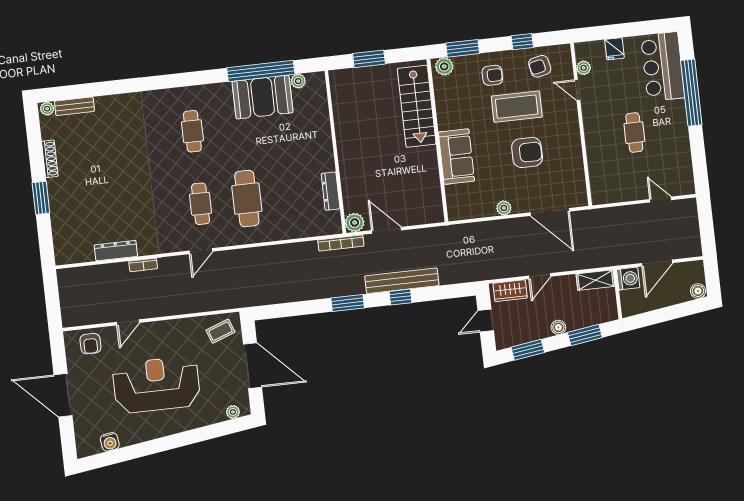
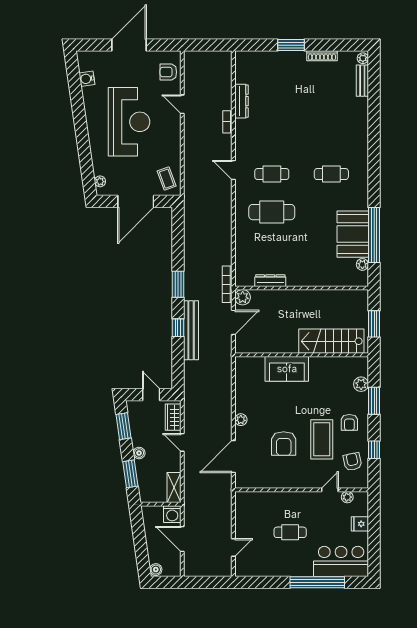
stairs: (417, 106) -> (331, 341), moved
wall: (437, 140) -> (302, 355), moved
sofa: (456, 157) -> (287, 369), moved

